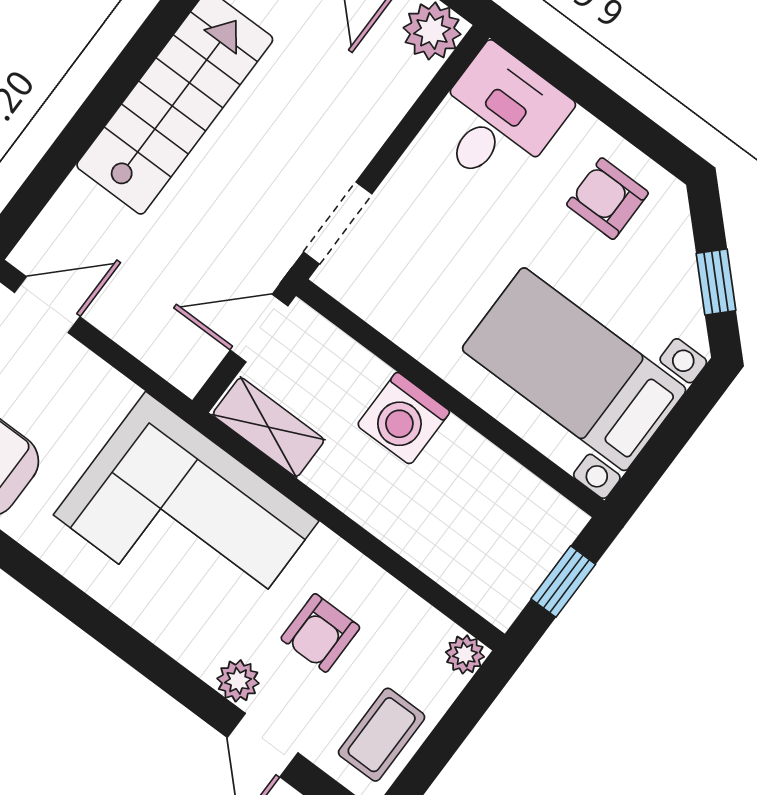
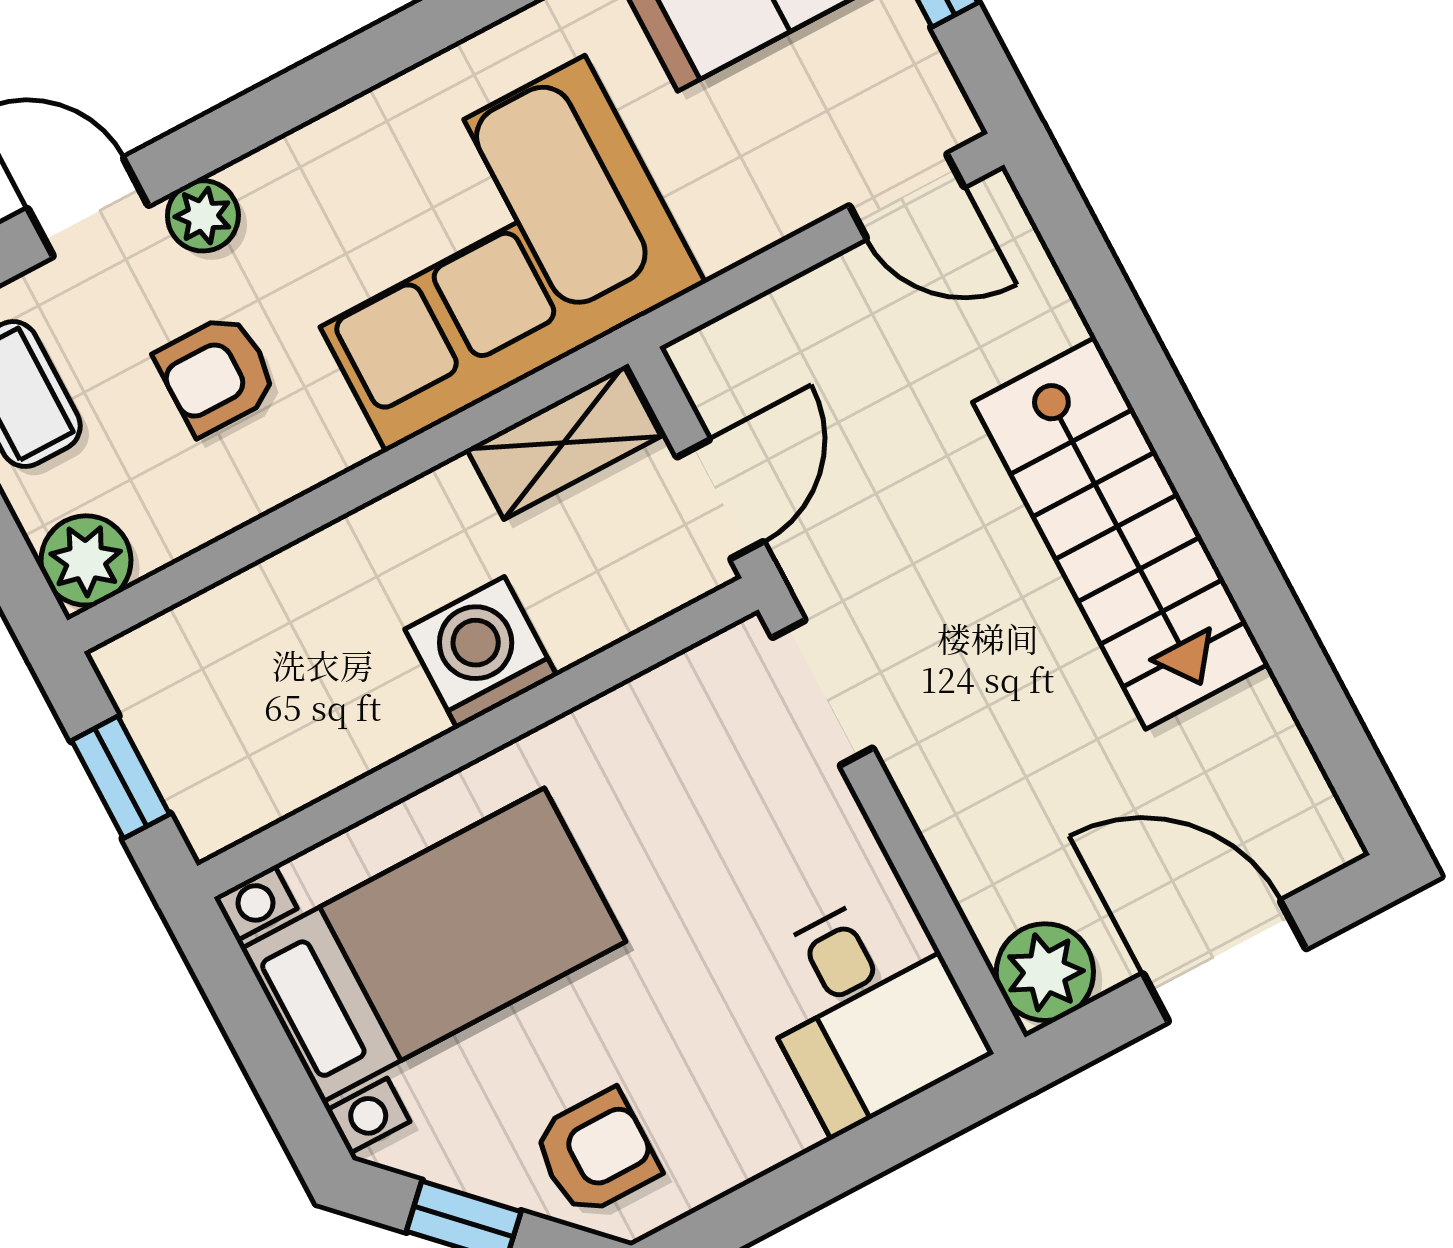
armchair: (607, 199) -> (596, 1153), moved
door: (47, 305) -> (907, 196), hinge flipped
armchair: (320, 633) -> (216, 374), turned -90
plant: (465, 654) -> (86, 560), width x1.38, depth x1.38

